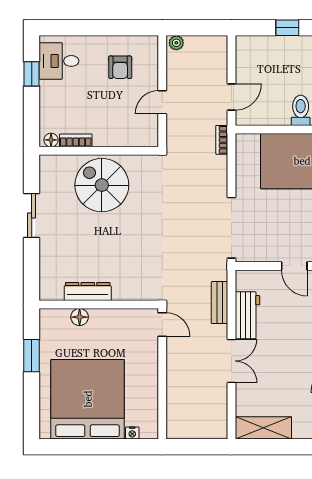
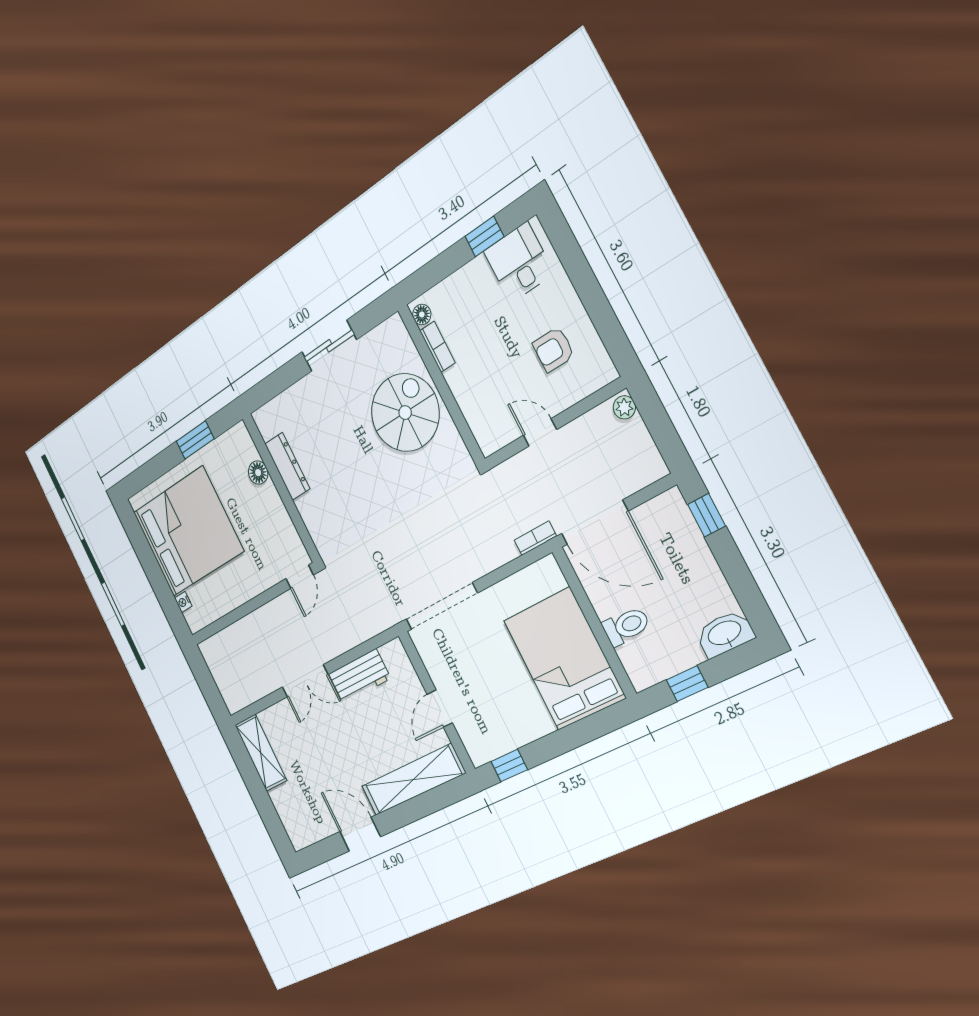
window: (287, 28) -> (707, 515), moved
door: (231, 97) -> (594, 522), width x1.88
bench: (220, 303) -> (355, 635), removed

